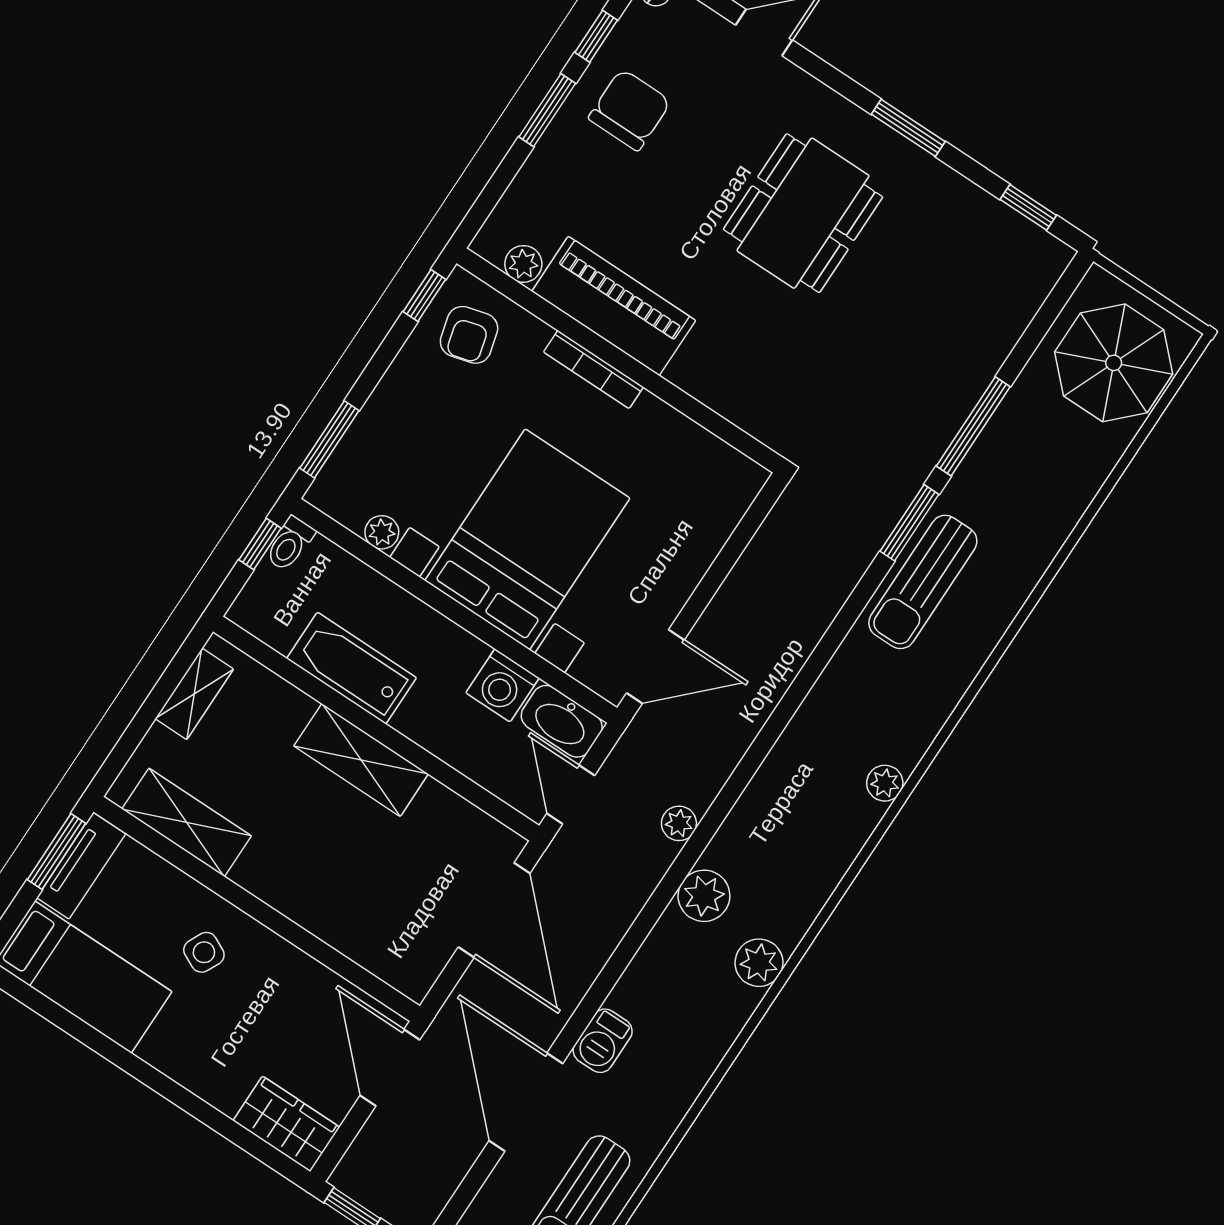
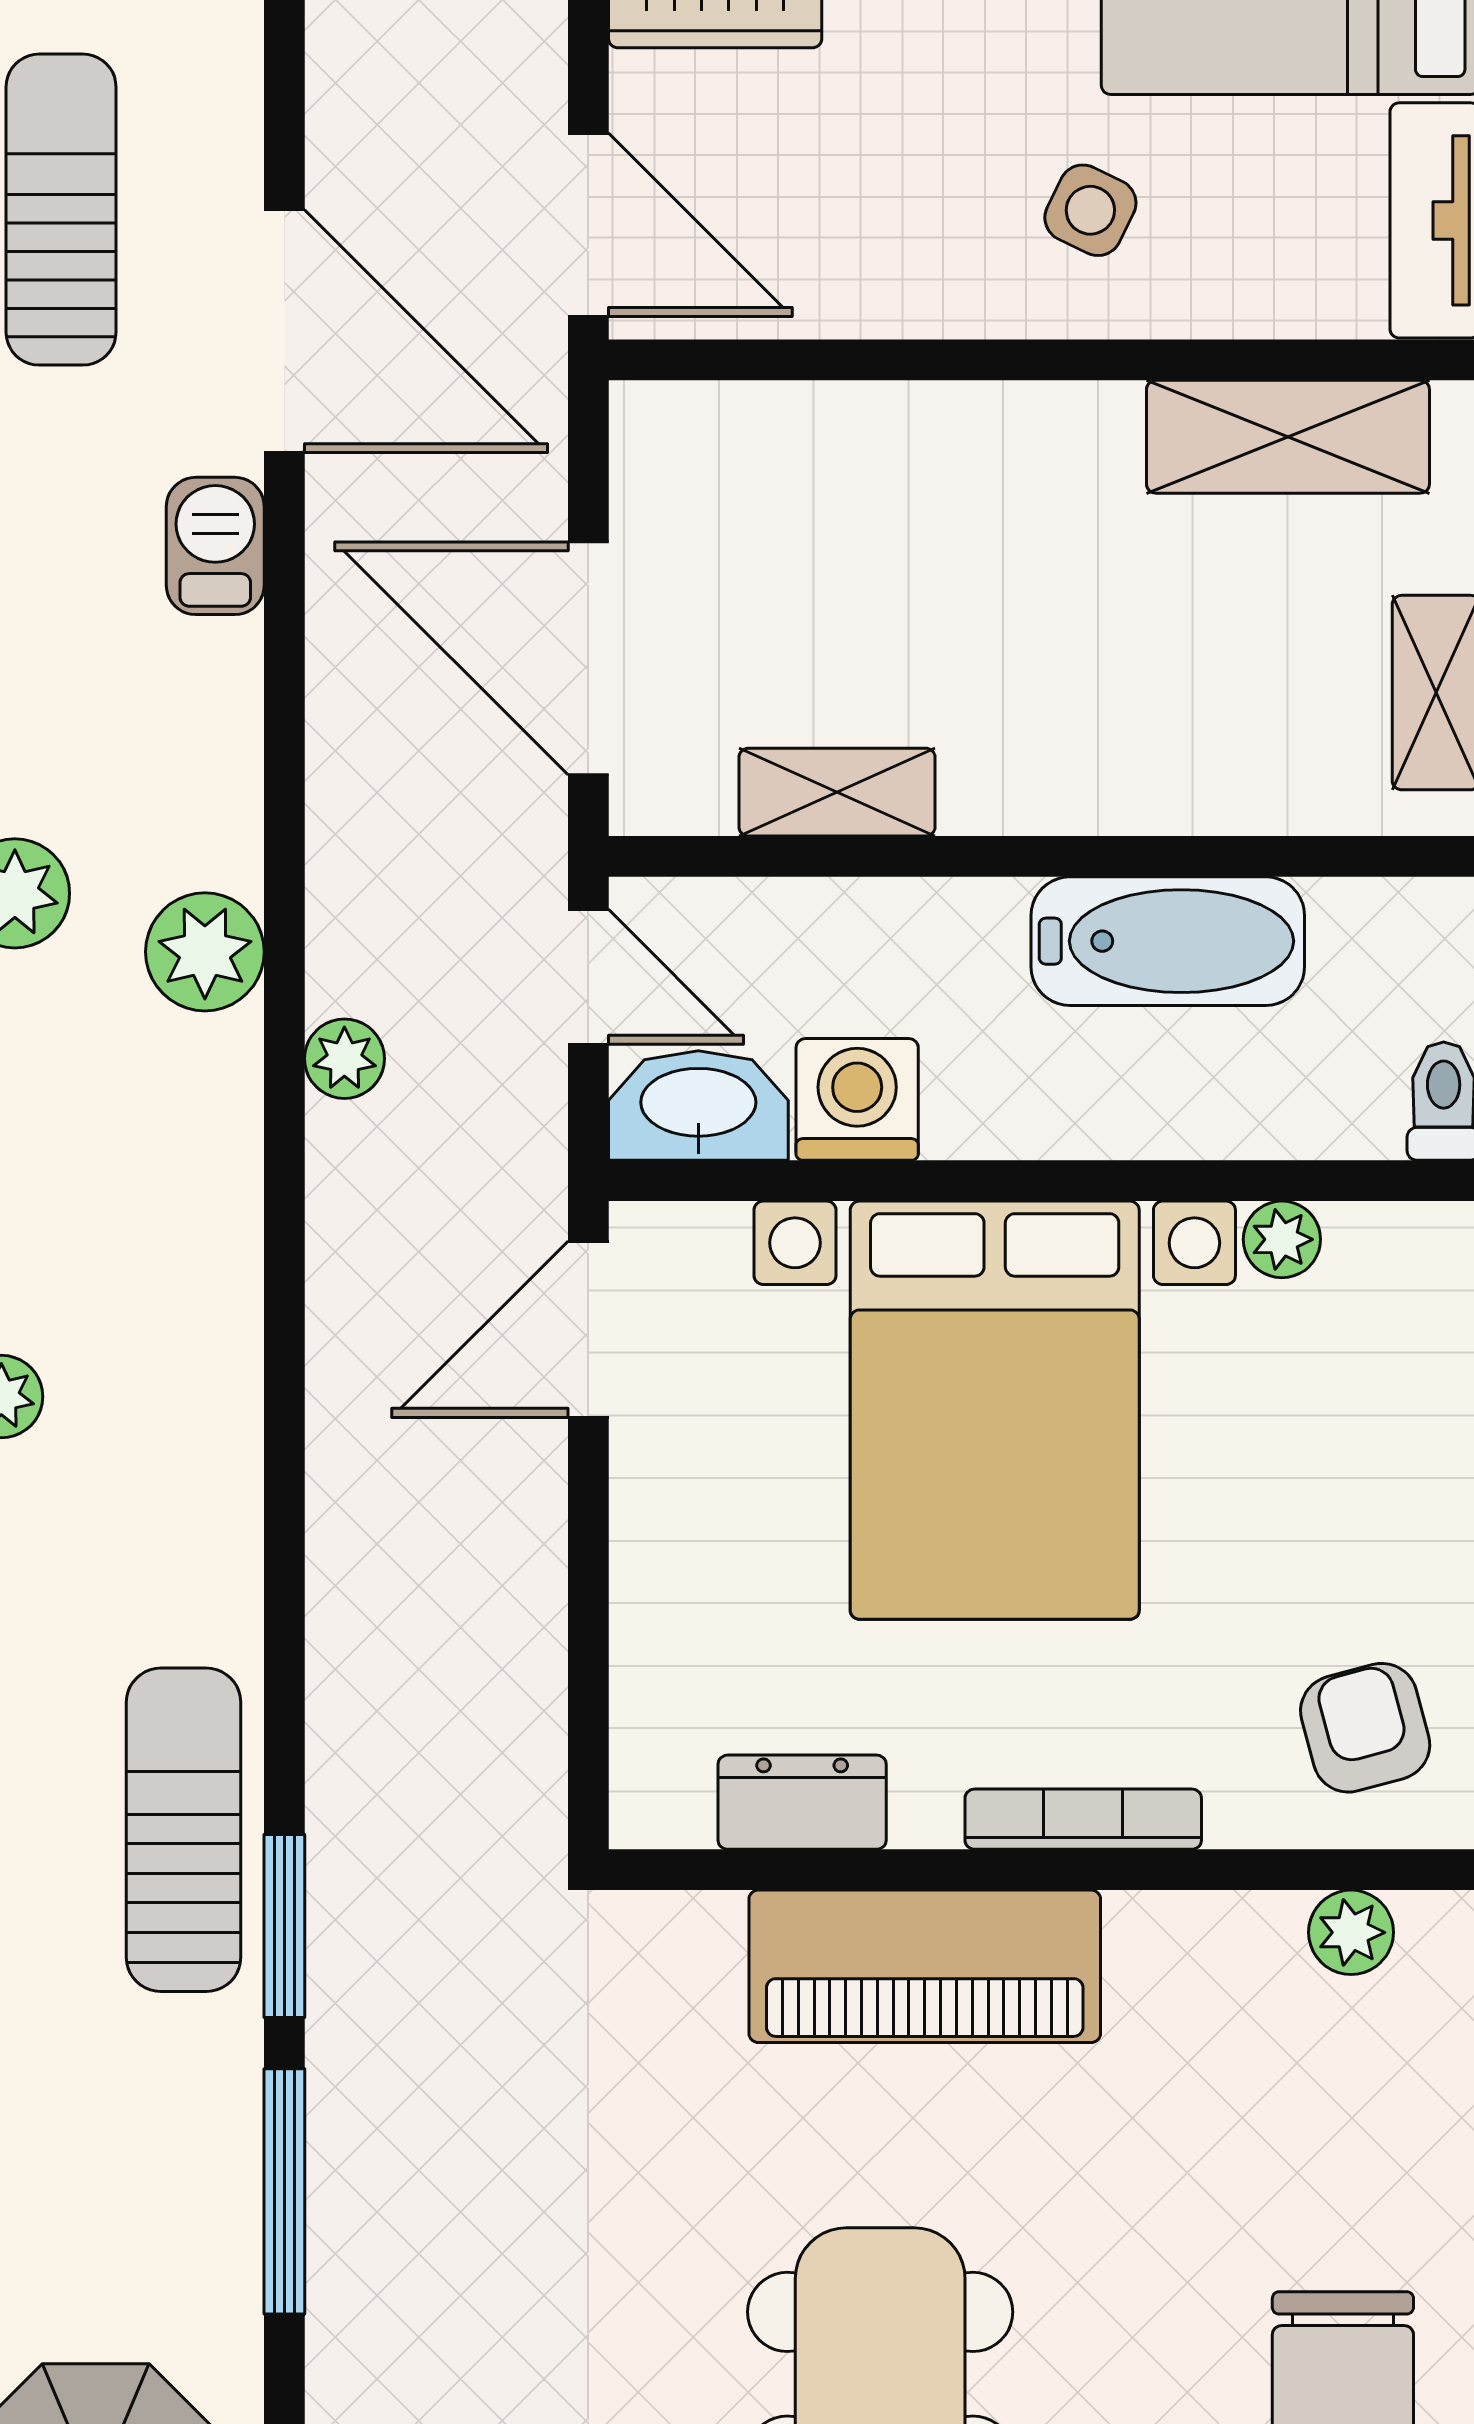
piano: (614, 306) -> (925, 1966), moved
dresser: (691, 443) -> (802, 1802), added
shelving: (361, 760) -> (837, 792), moved, width x0.67, depth x0.75

